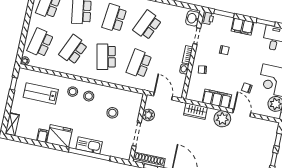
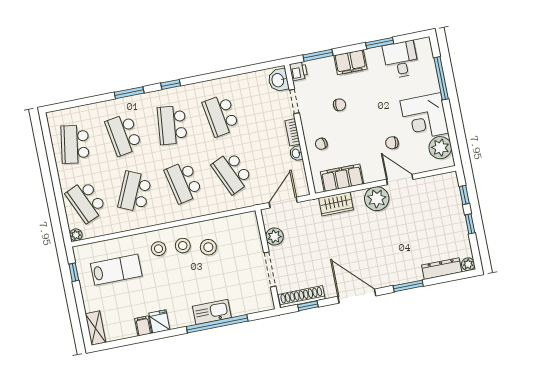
school desk: (147, 25) -> (221, 115), turned -33
school desk: (40, 43) -> (86, 201), turned -36
school desk: (139, 64) -> (232, 172), turned -33
lab bench: (41, 93) -> (116, 270), turned 180
door: (163, 96) -> (283, 202), hinge flipped
filing cabinet: (217, 99) -> (342, 178), moved
stool: (112, 113) -> (208, 247), moved
fridge: (59, 136) -> (159, 321), width x0.53, depth x0.75

